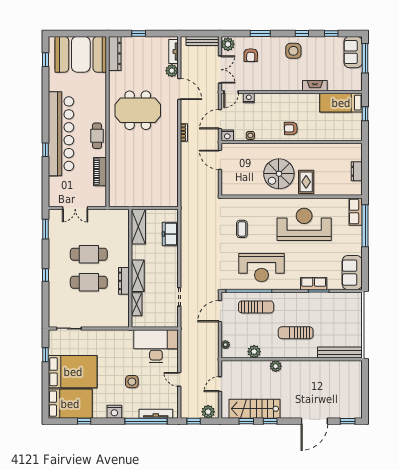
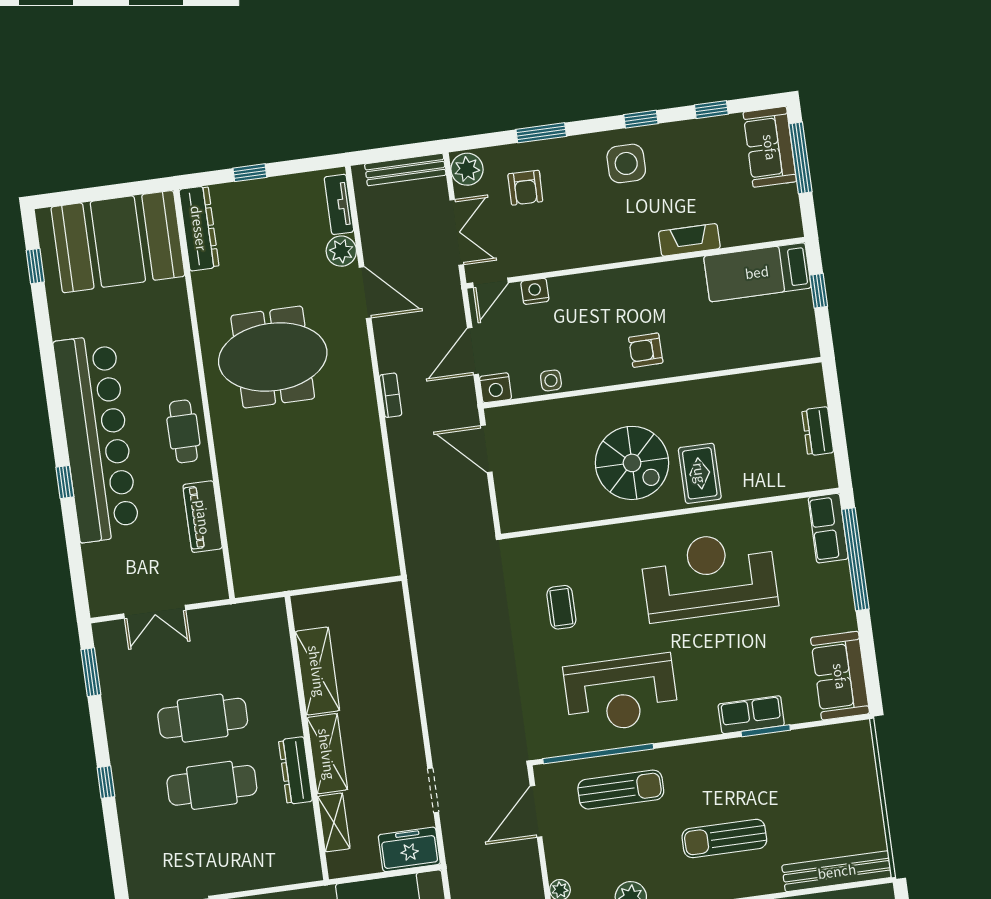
spiral stairs: (279, 174) -> (632, 463), turned -90
shelving: (138, 227) -> (317, 671), moved
freezer: (170, 234) -> (409, 849), moved, turned 90

